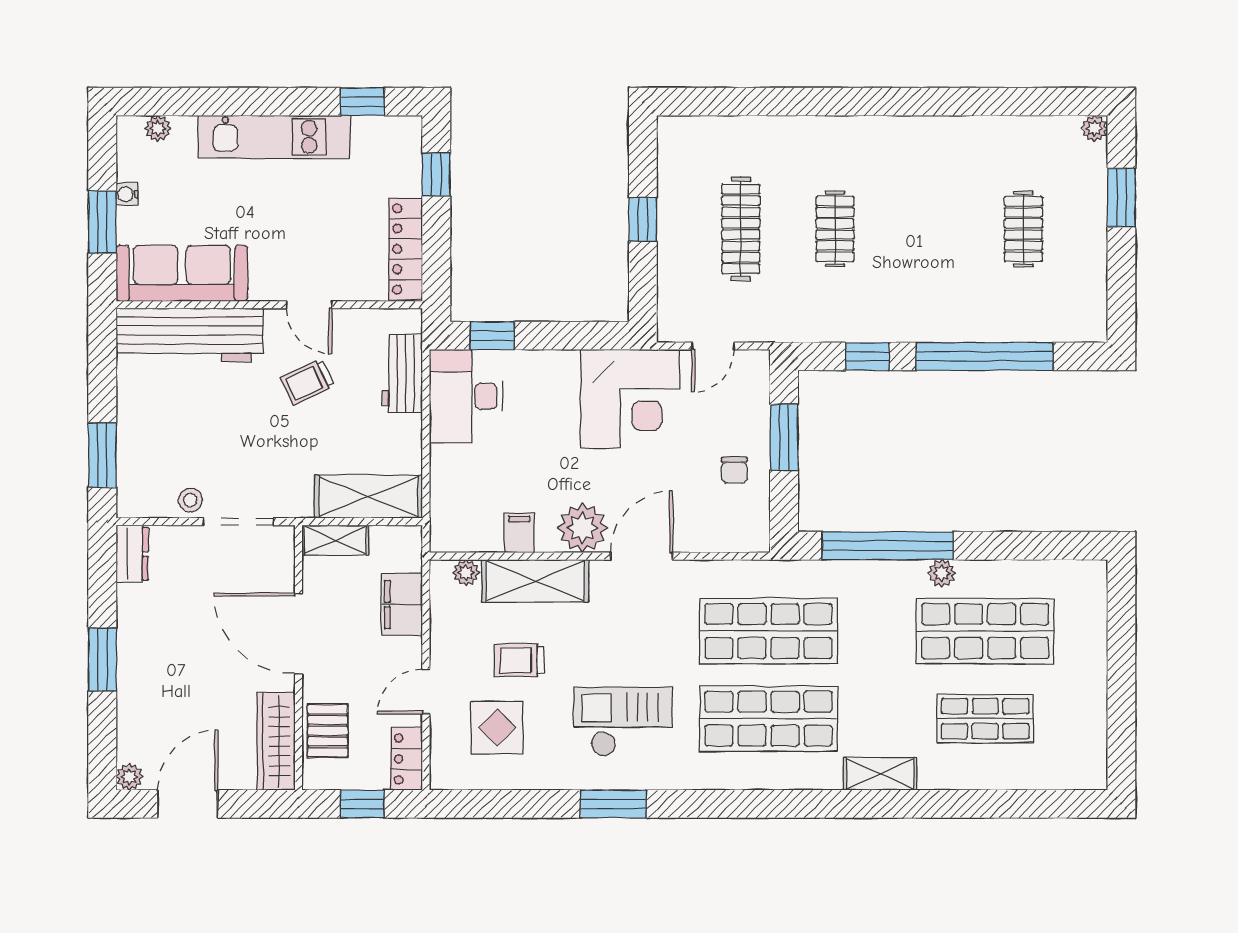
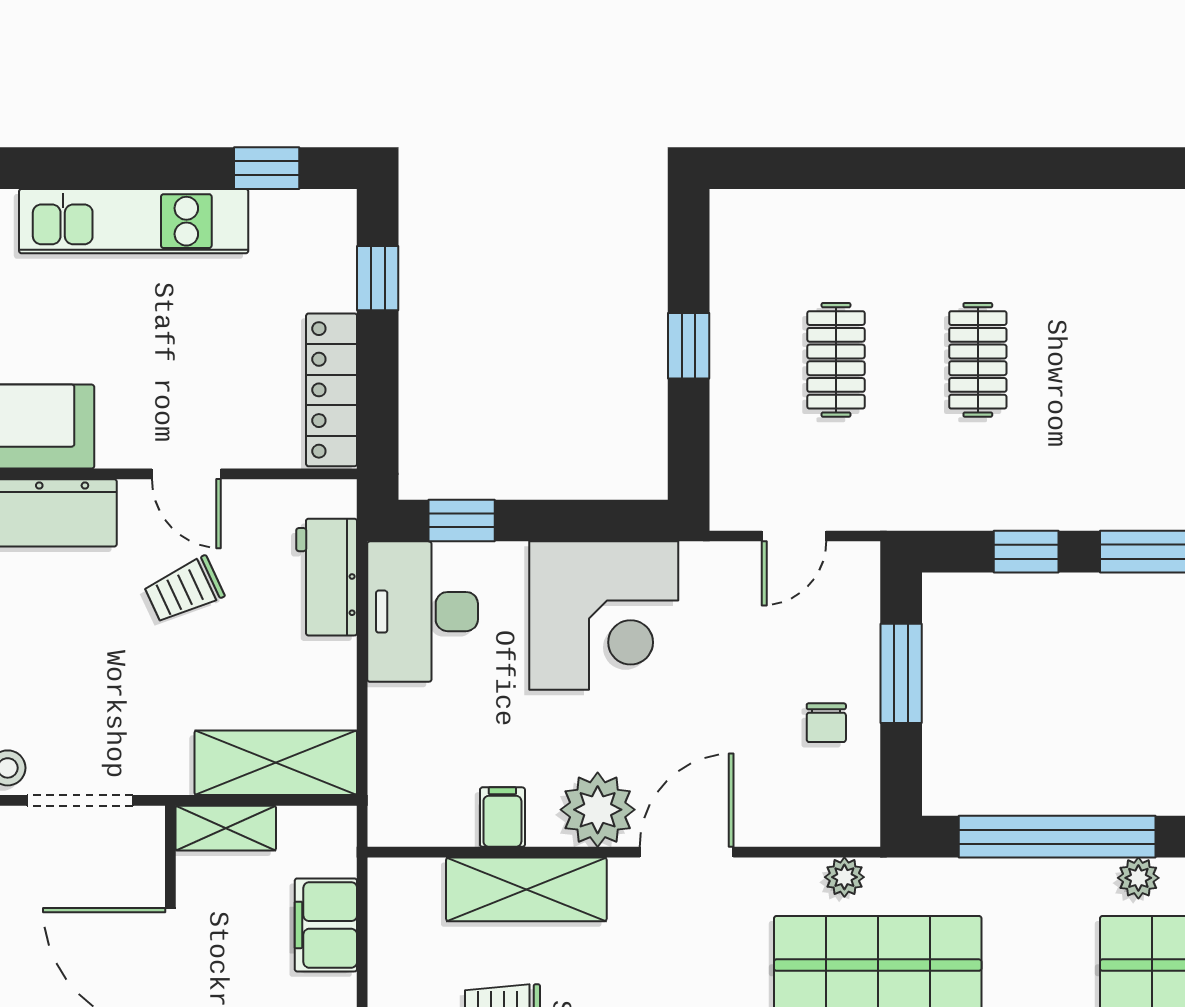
clothes rail: (741, 229) -> (836, 360), width x0.73
corner desk: (630, 399) -> (604, 616), moved
plant: (466, 573) -> (844, 877), moved

